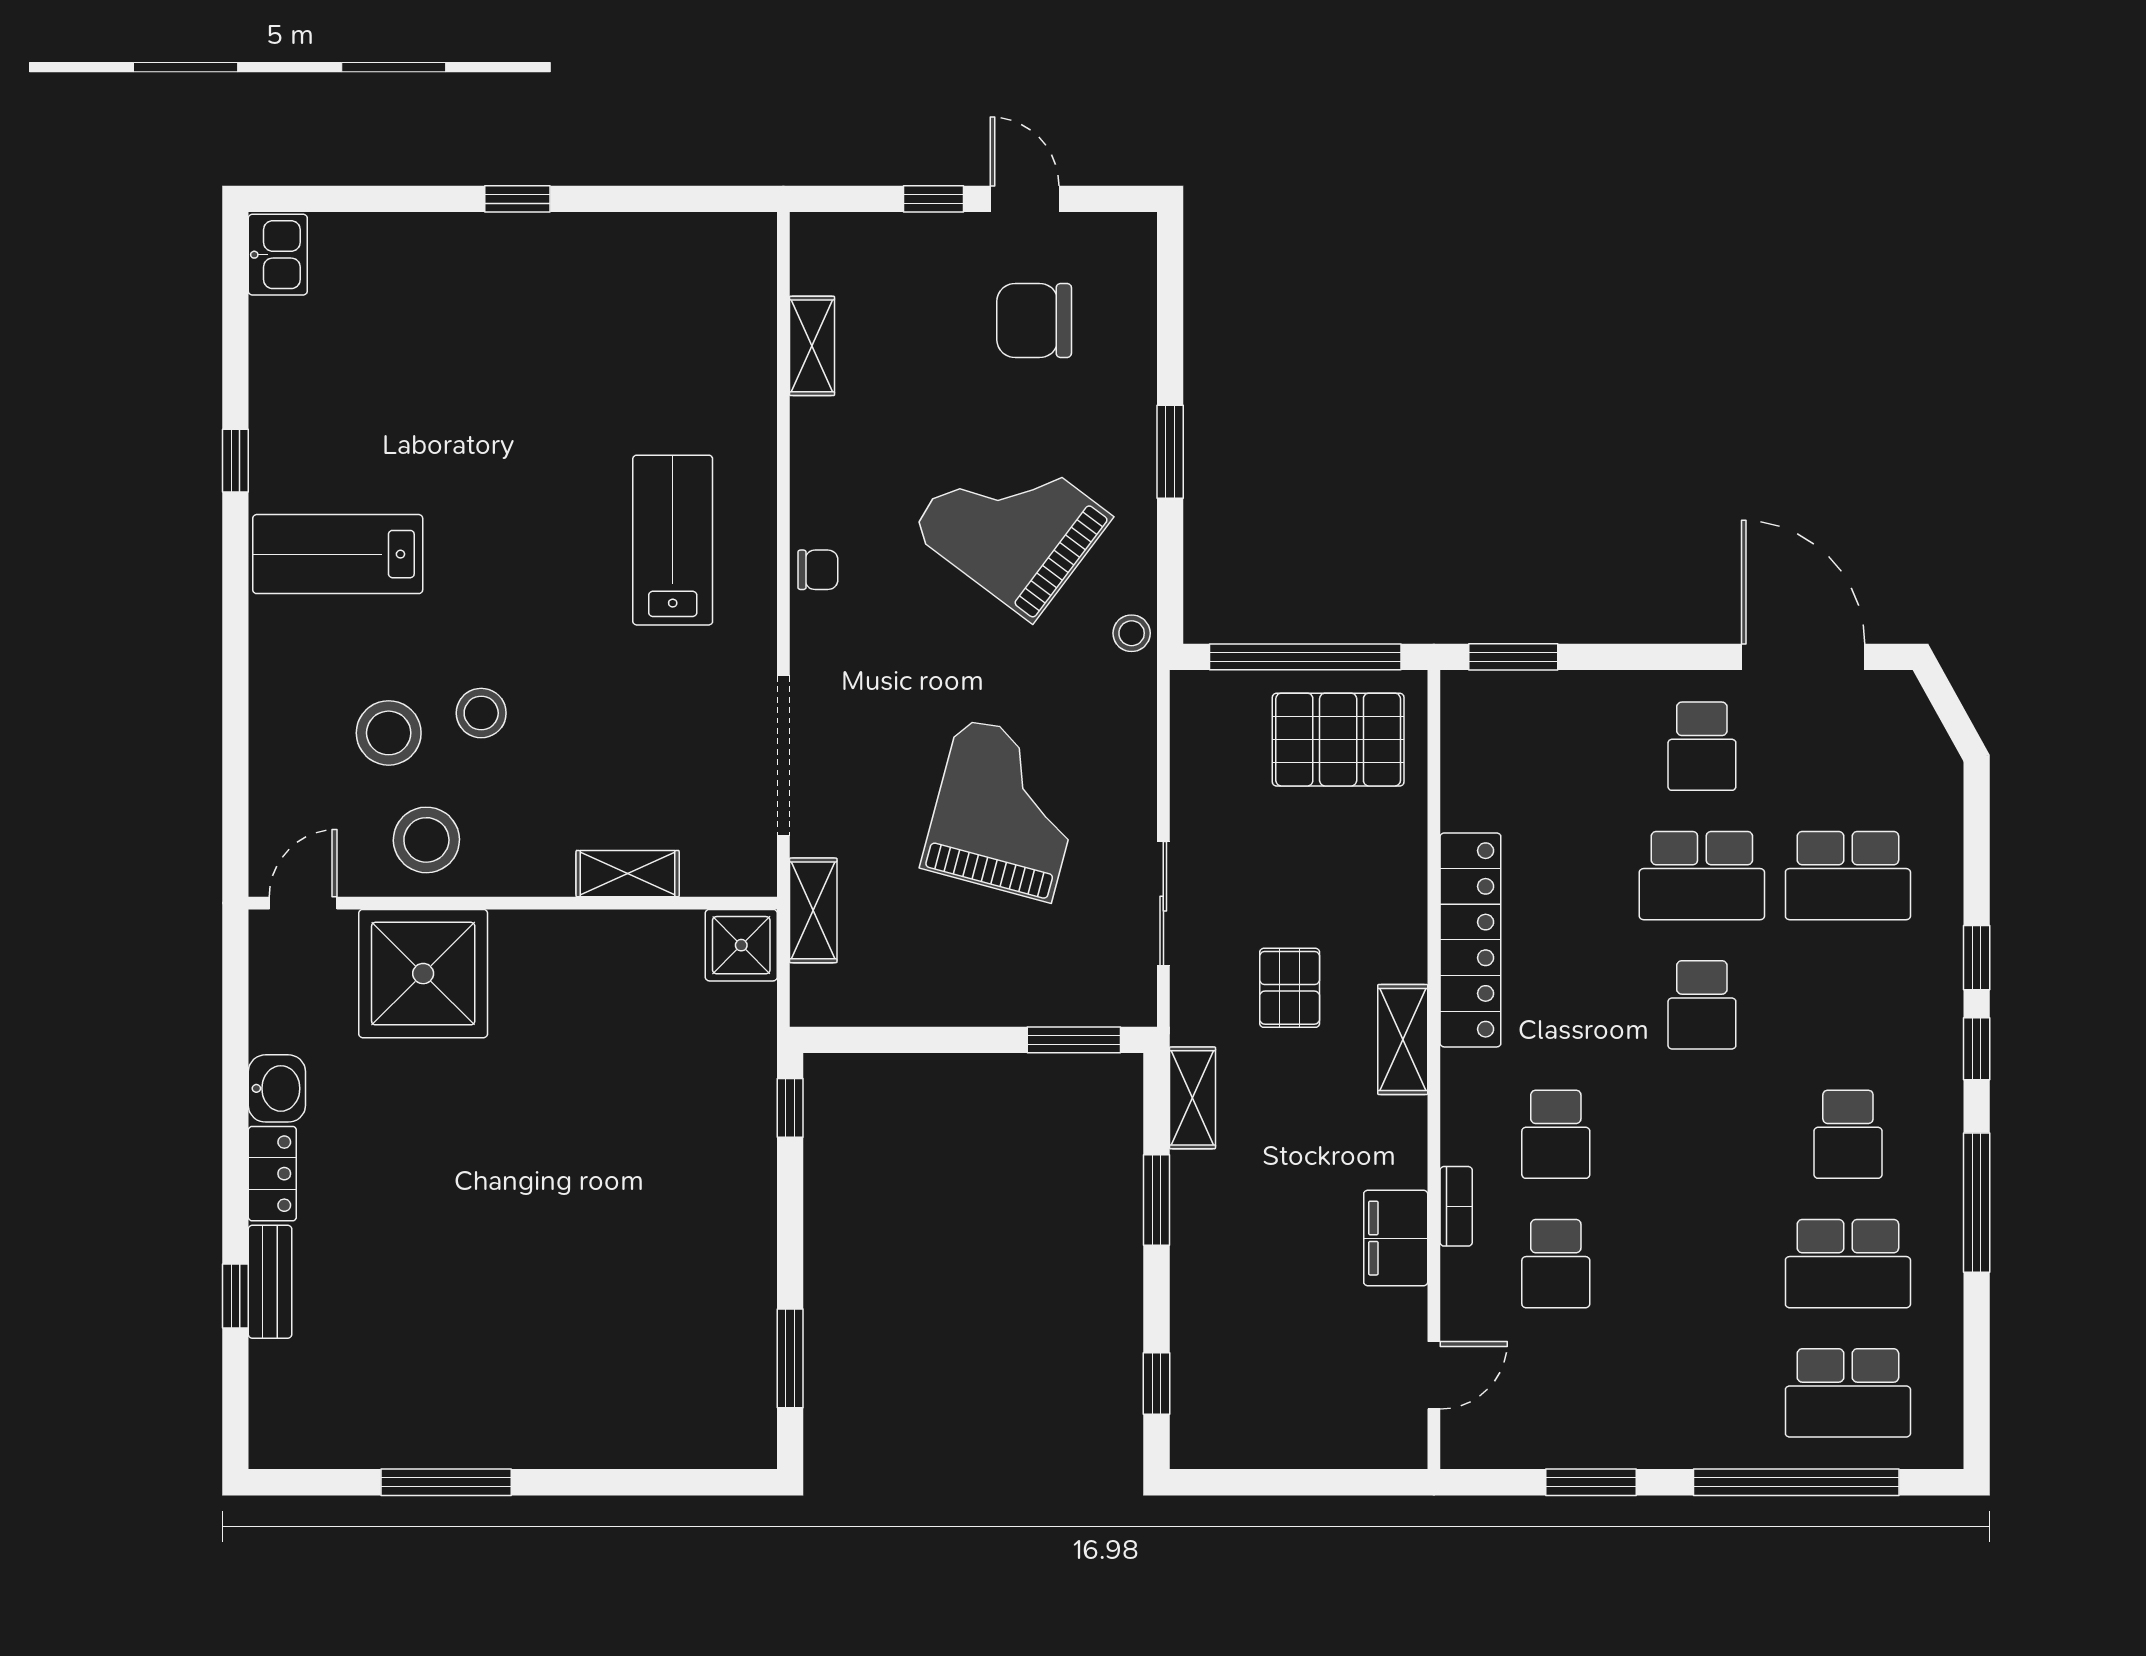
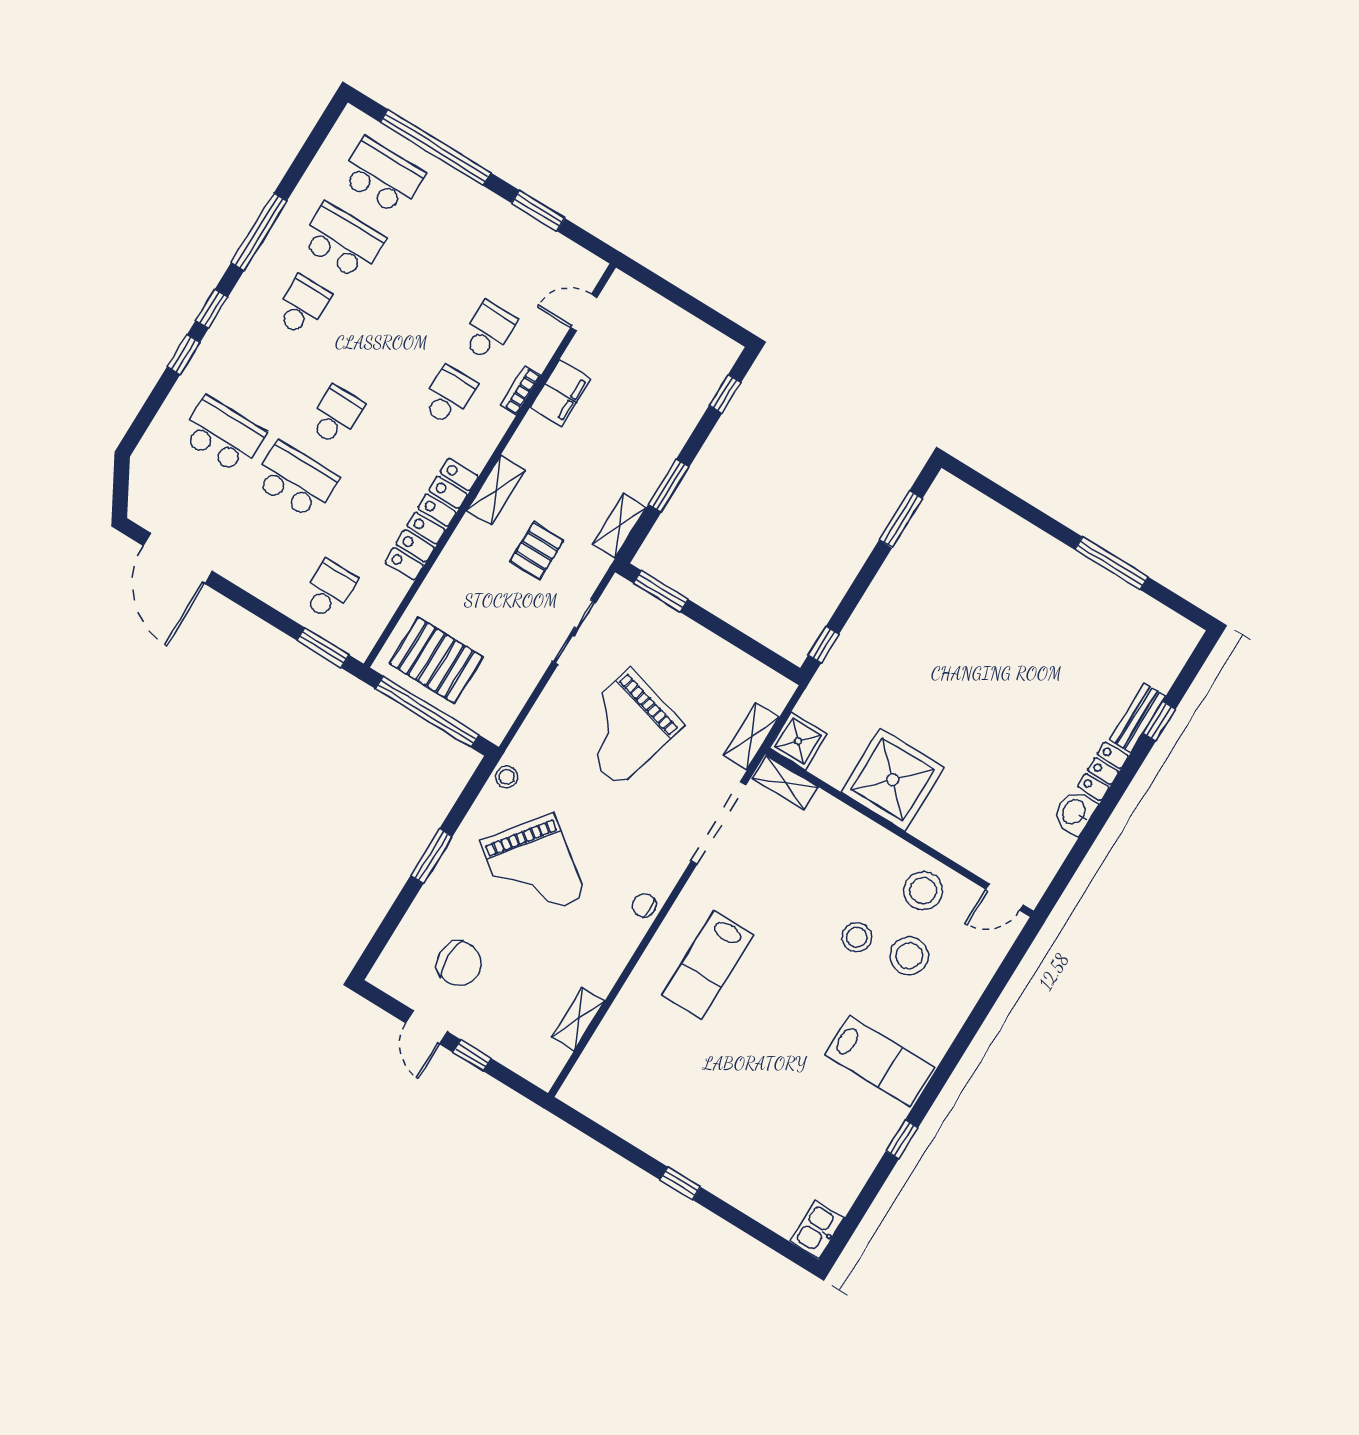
school desk: (1702, 746) -> (329, 590), moved
shelving: (628, 874) -> (785, 783), moved
shower: (423, 974) -> (893, 780), moved

